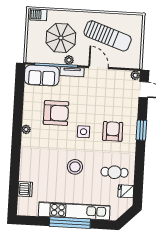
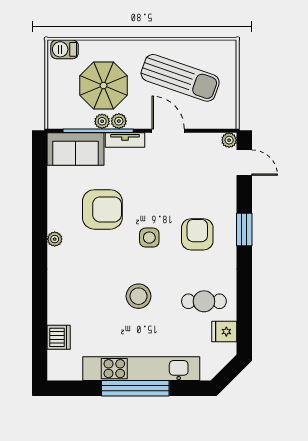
plant: (59, 60) -> (102, 121), added

